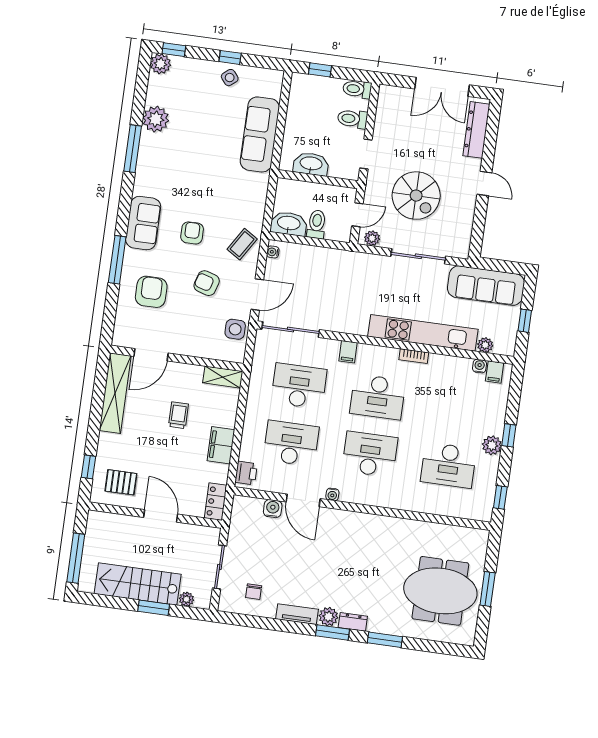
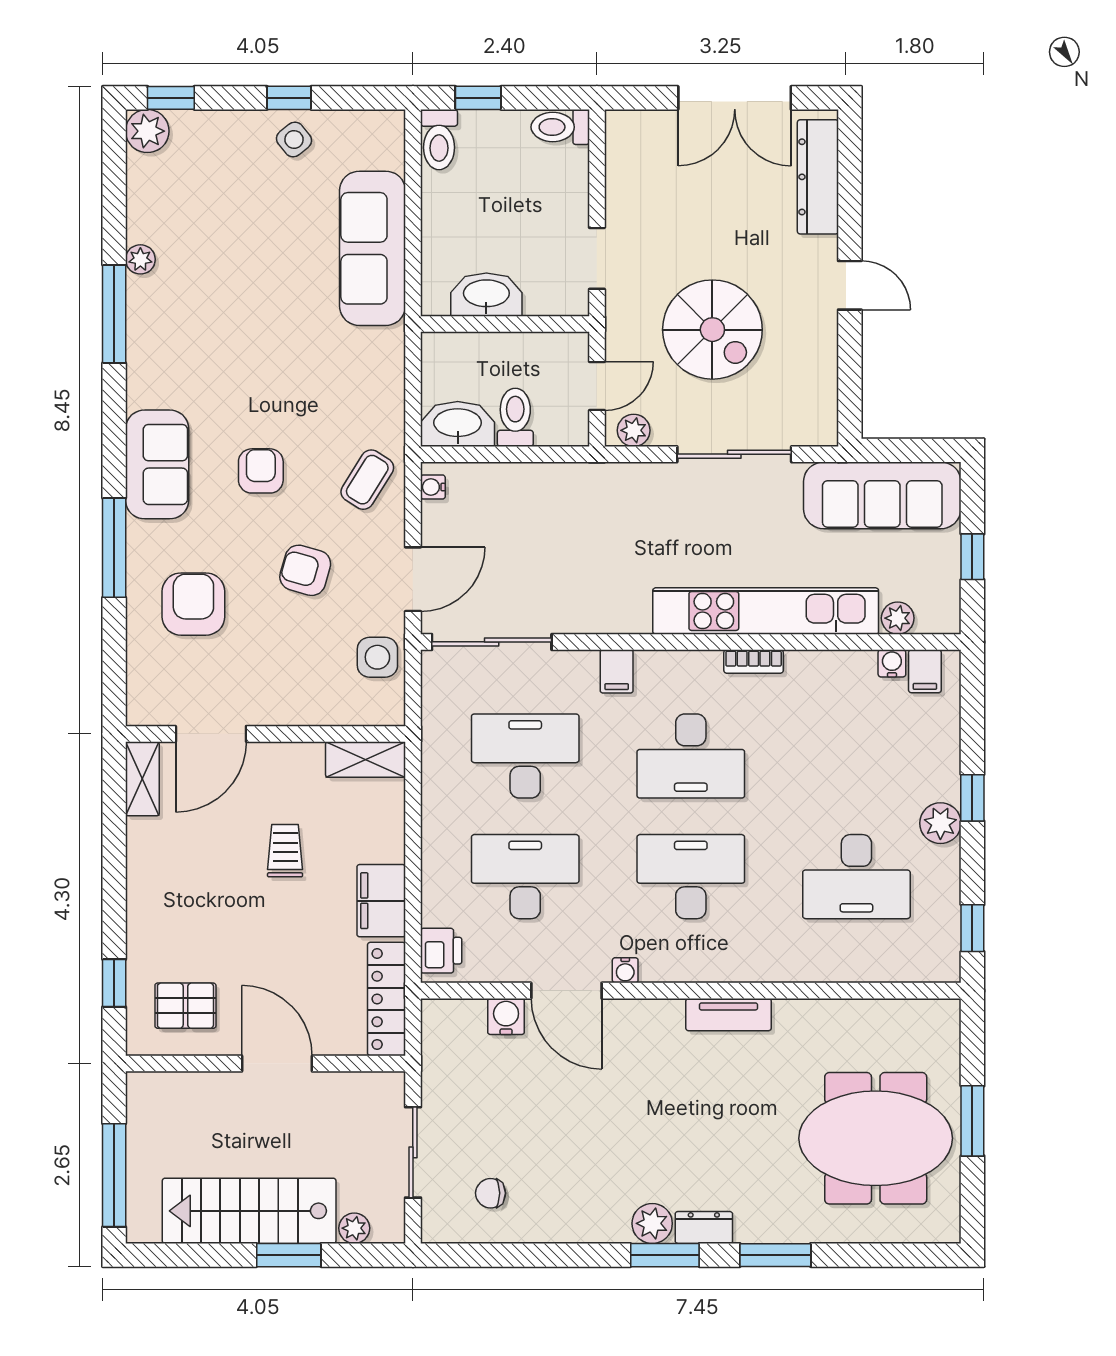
plant: (156, 119) -> (140, 259), width x0.53, depth x0.53
toilet: (352, 119) -> (439, 140), moved, turned -90
shelving: (115, 393) -> (142, 779), width x0.45, depth x0.75
locker: (216, 502) -> (387, 999), width x1.53
chair: (254, 592) -> (491, 1193), turned 90
tv unit: (297, 614) -> (729, 1015), moved, turned 180

